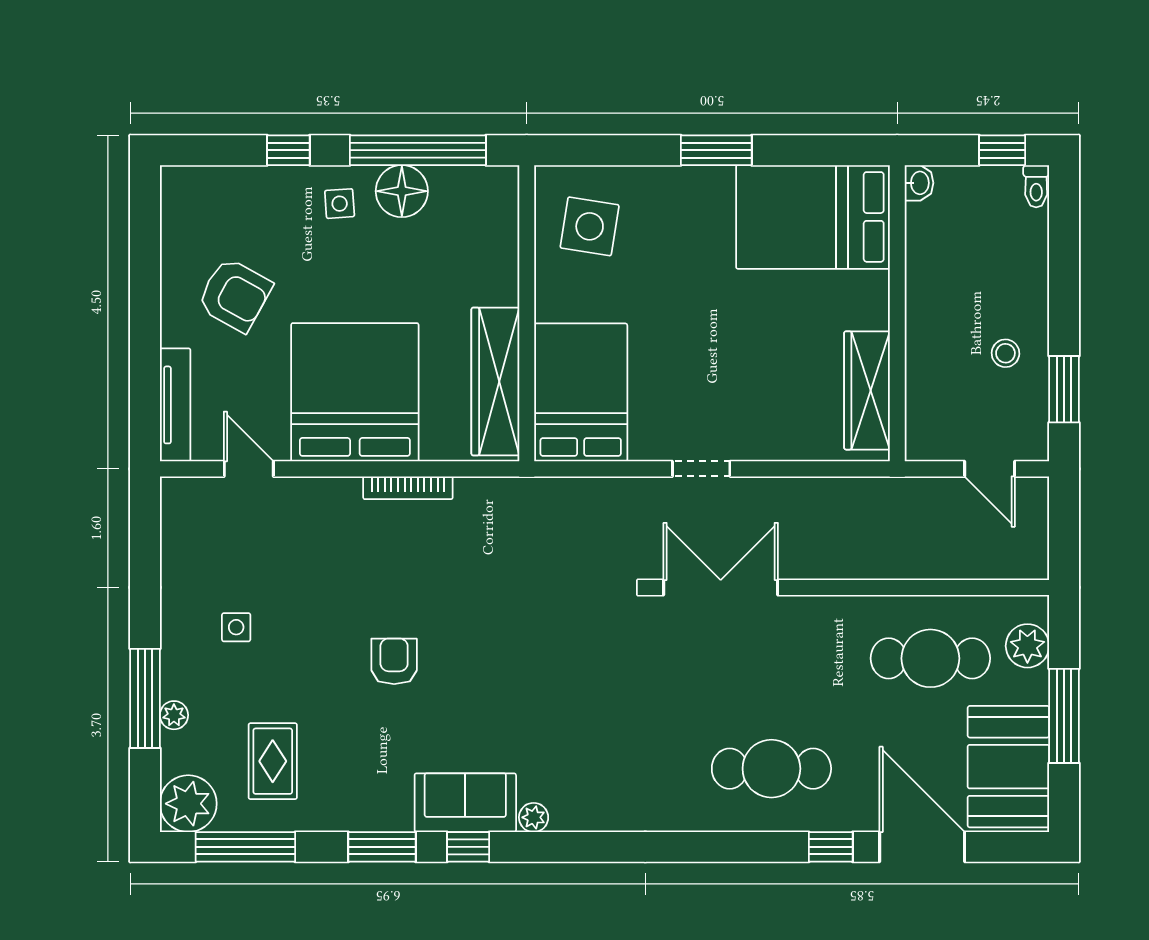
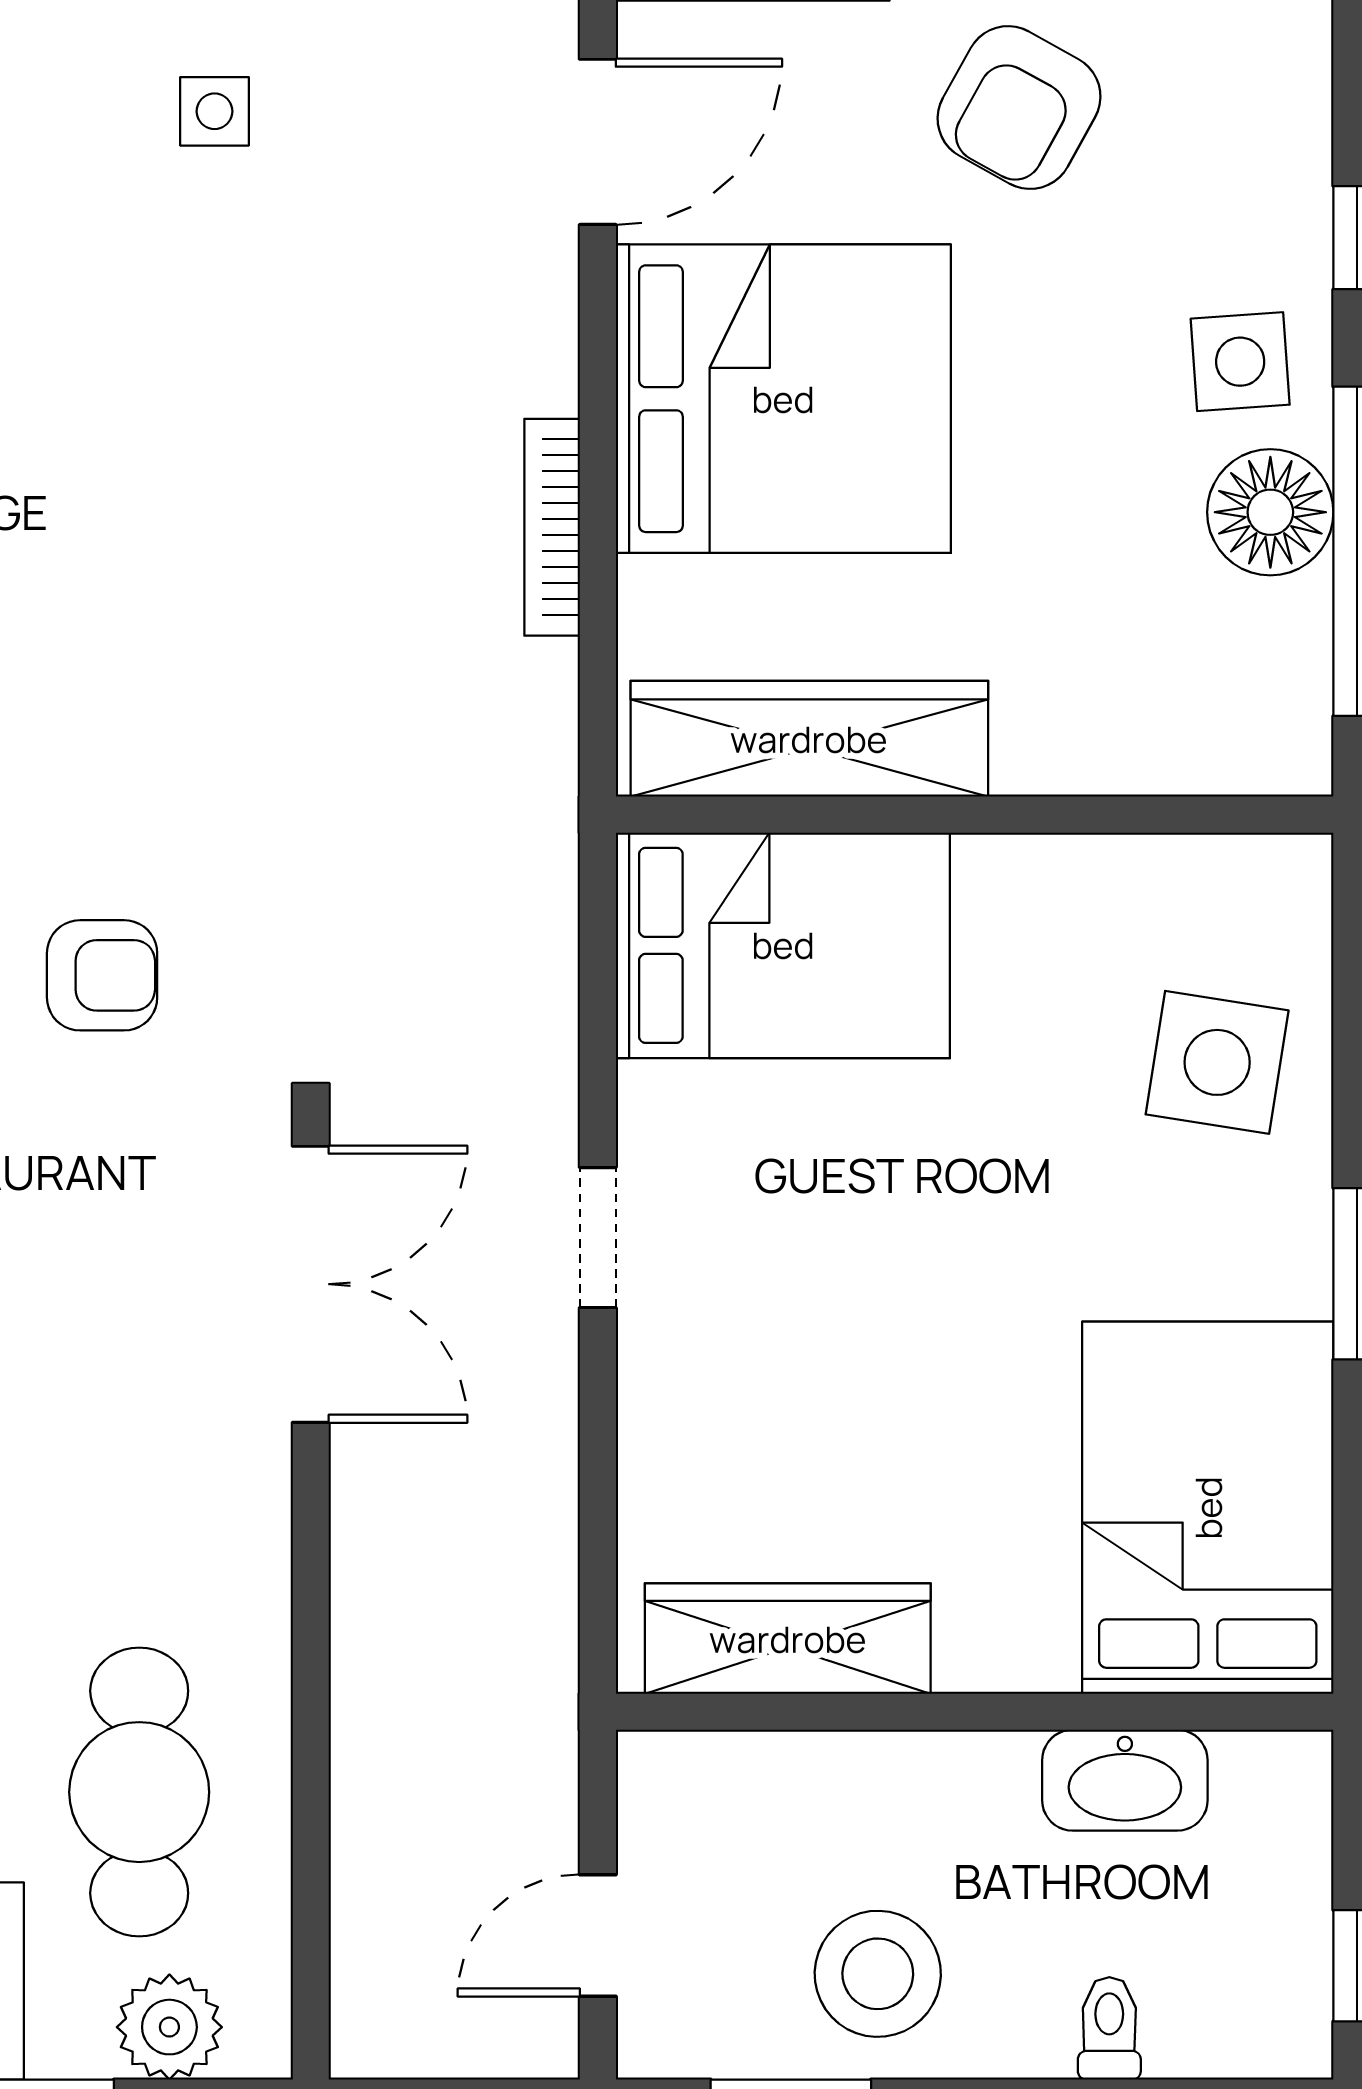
washbasin: (919, 183) -> (1125, 1780), moved, width x1.91, depth x1.45
toilet: (1036, 186) -> (1109, 2028), moved, turned 90
side table: (340, 204) -> (1240, 362), width x1.37, depth x1.37
side table: (590, 226) -> (1217, 1062), moved
stool: (1005, 353) -> (878, 1974), width x1.89, depth x1.89
door: (249, 469) -> (598, 142), width x1.38
armchair: (394, 661) -> (102, 975), moved

